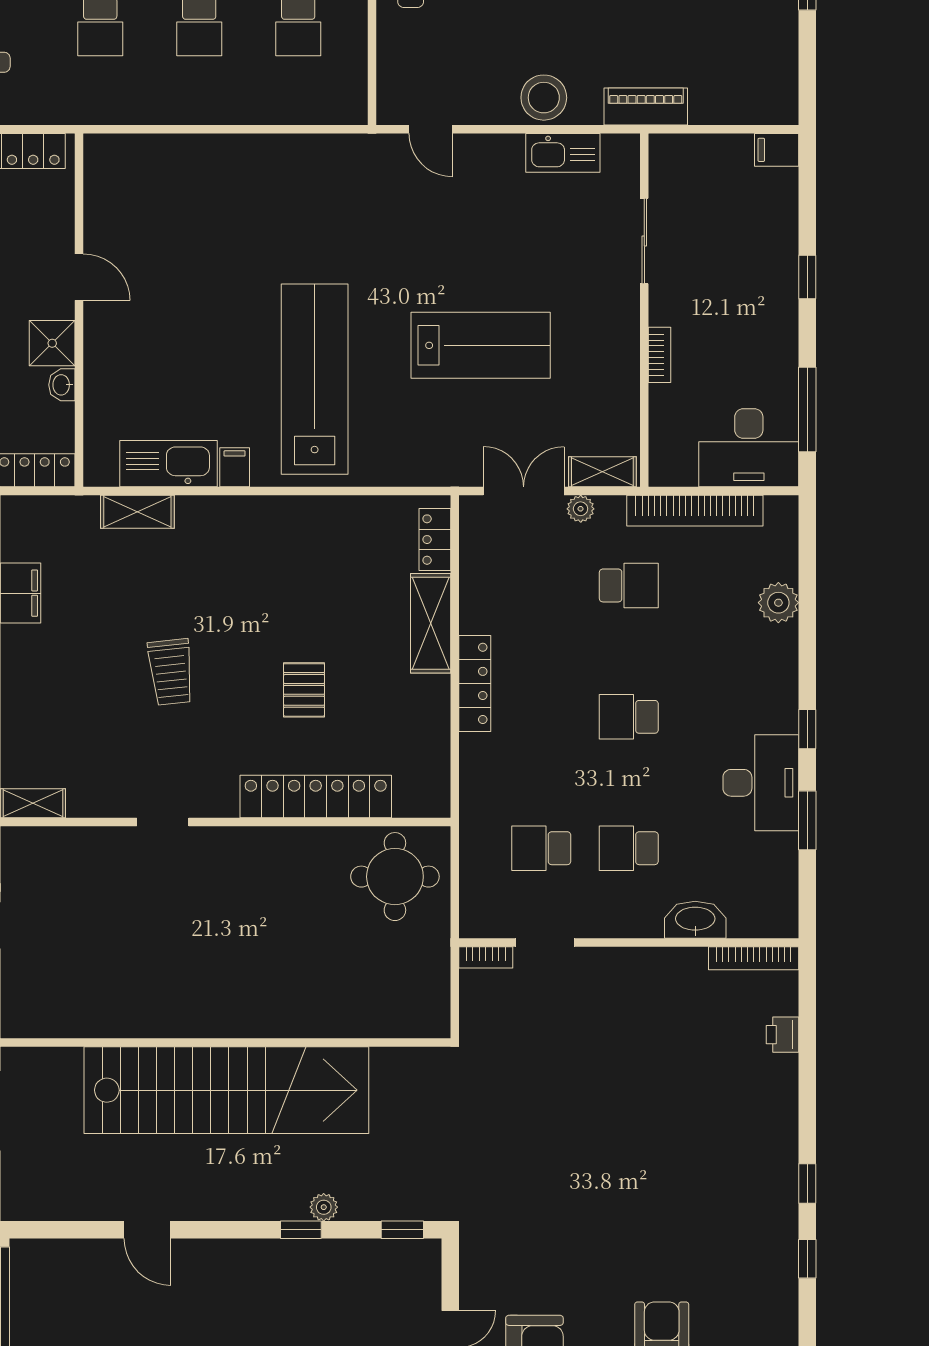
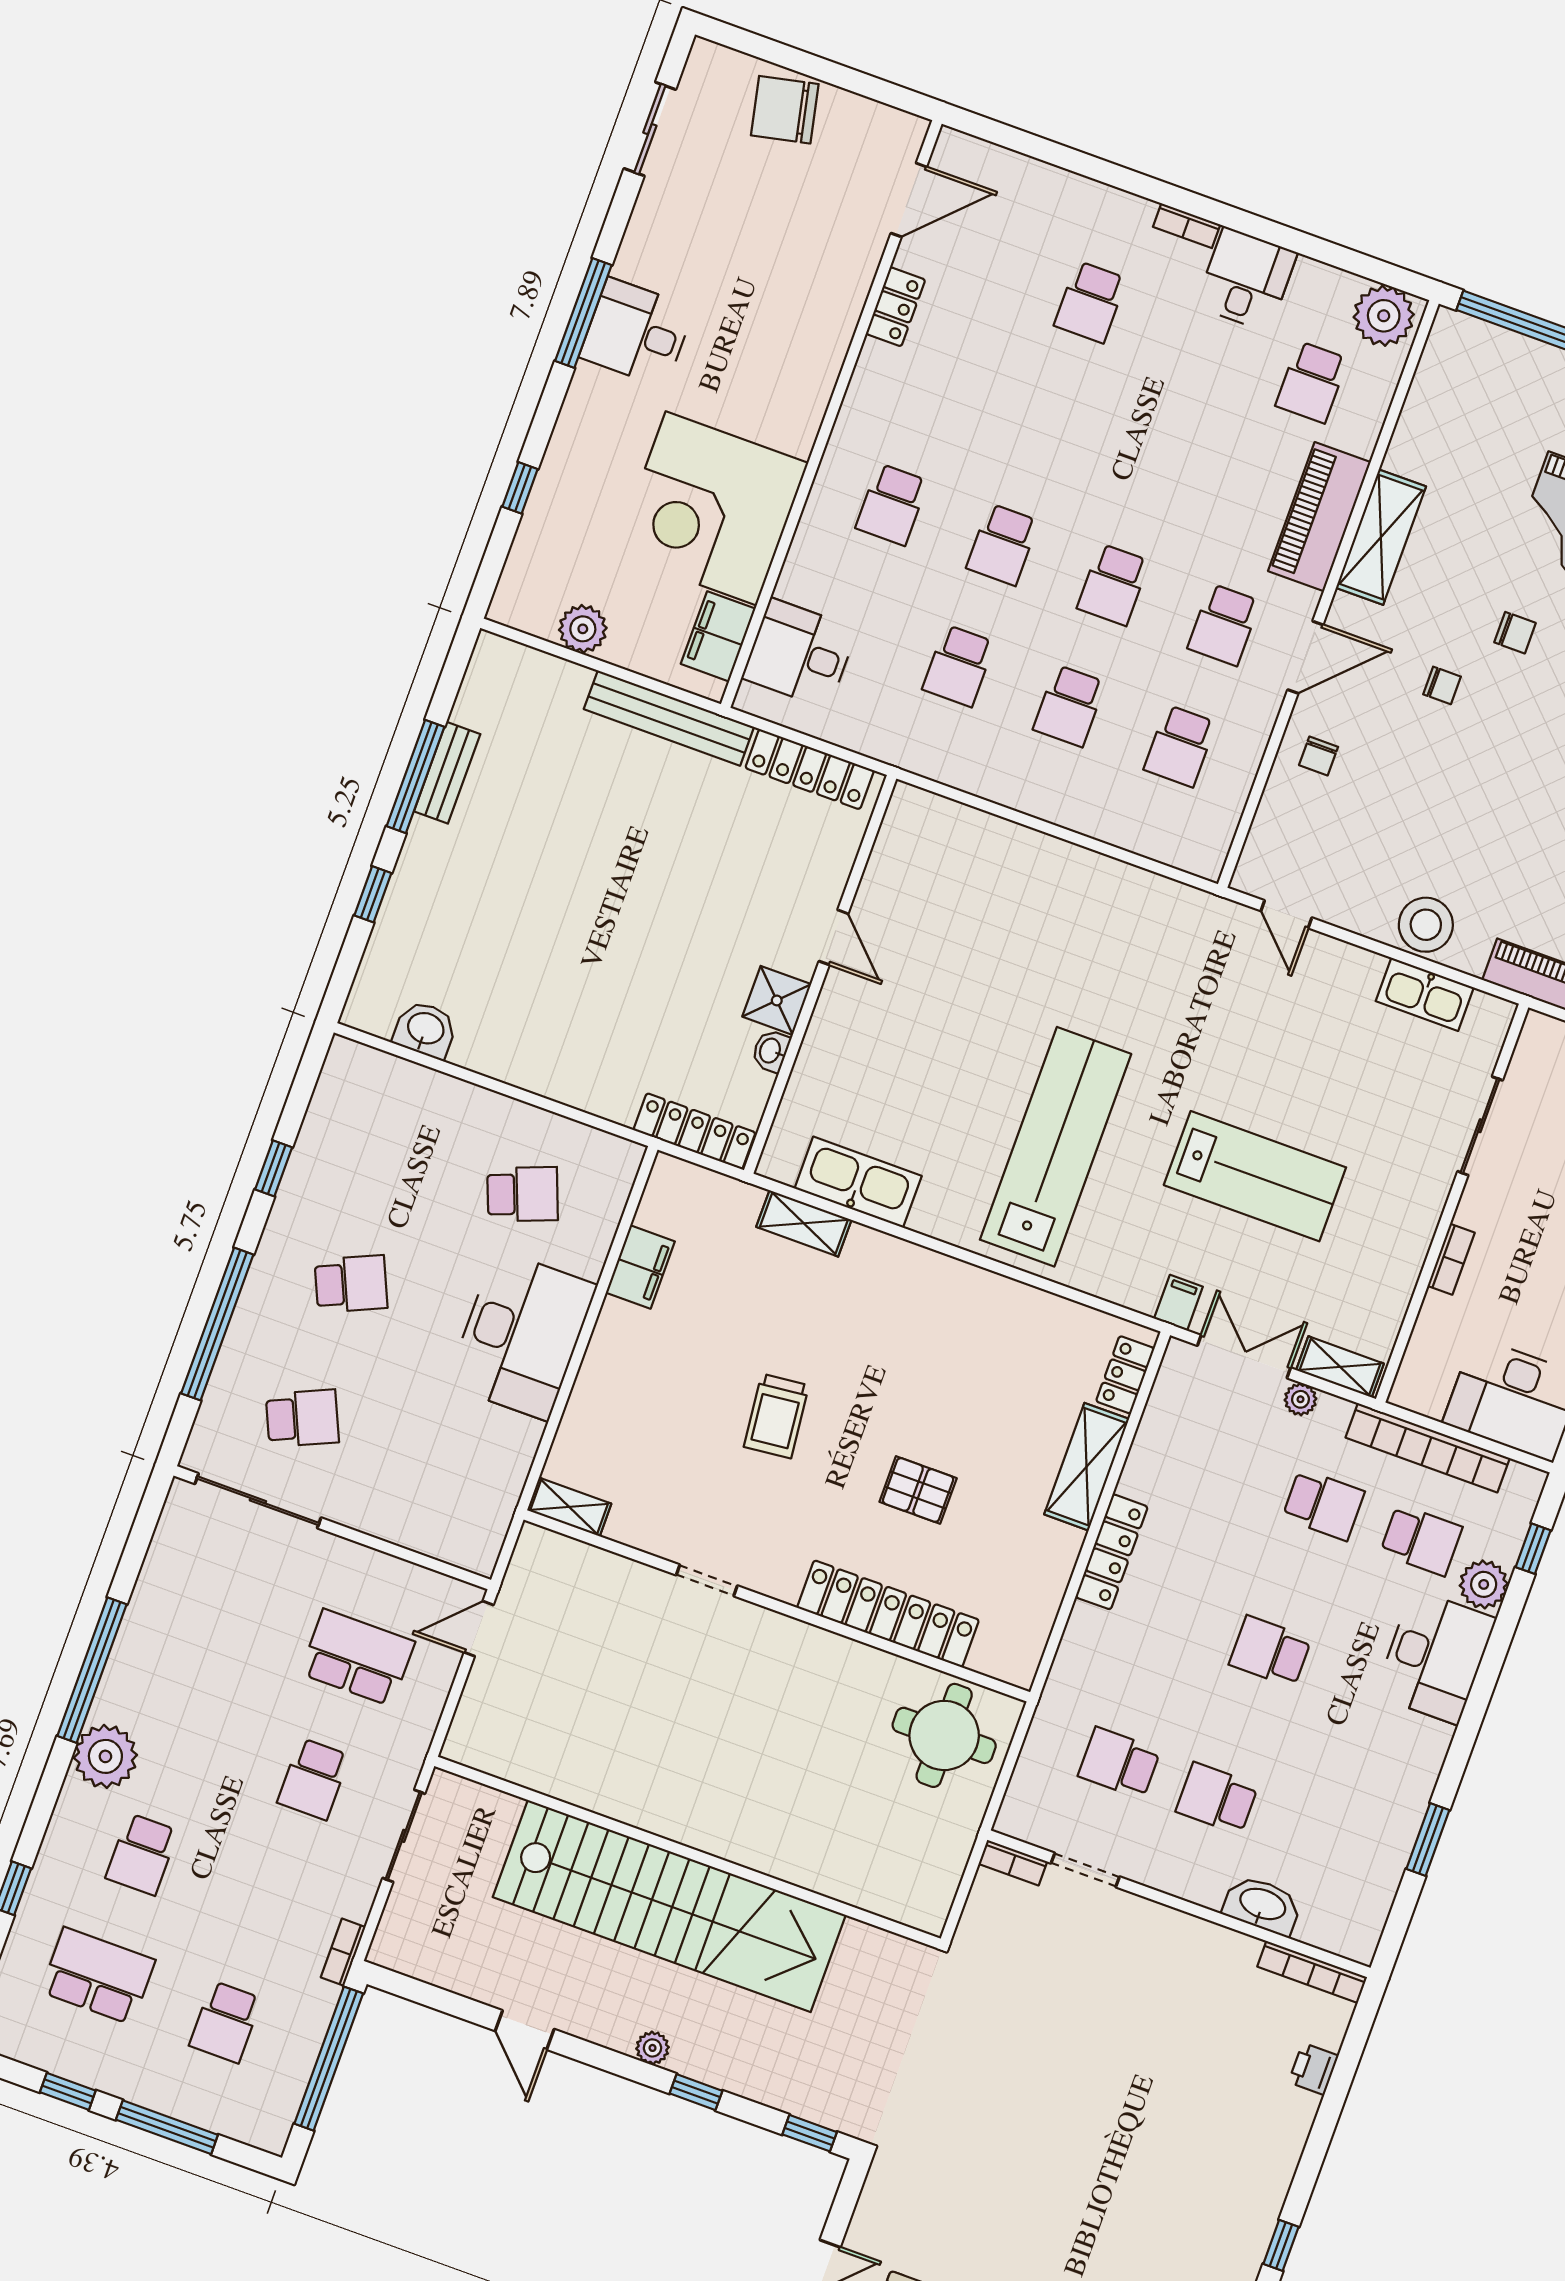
filing cabinet: (235, 467) -> (1178, 1303), moved
school desk: (716, 585) -> (1421, 1540), added
pallet: (304, 690) -> (918, 1490), turned 90
window: (807, 729) -> (1533, 1549), moved
desk: (761, 783) -> (1435, 1657), moved
plant: (324, 1207) -> (653, 2048), moved

